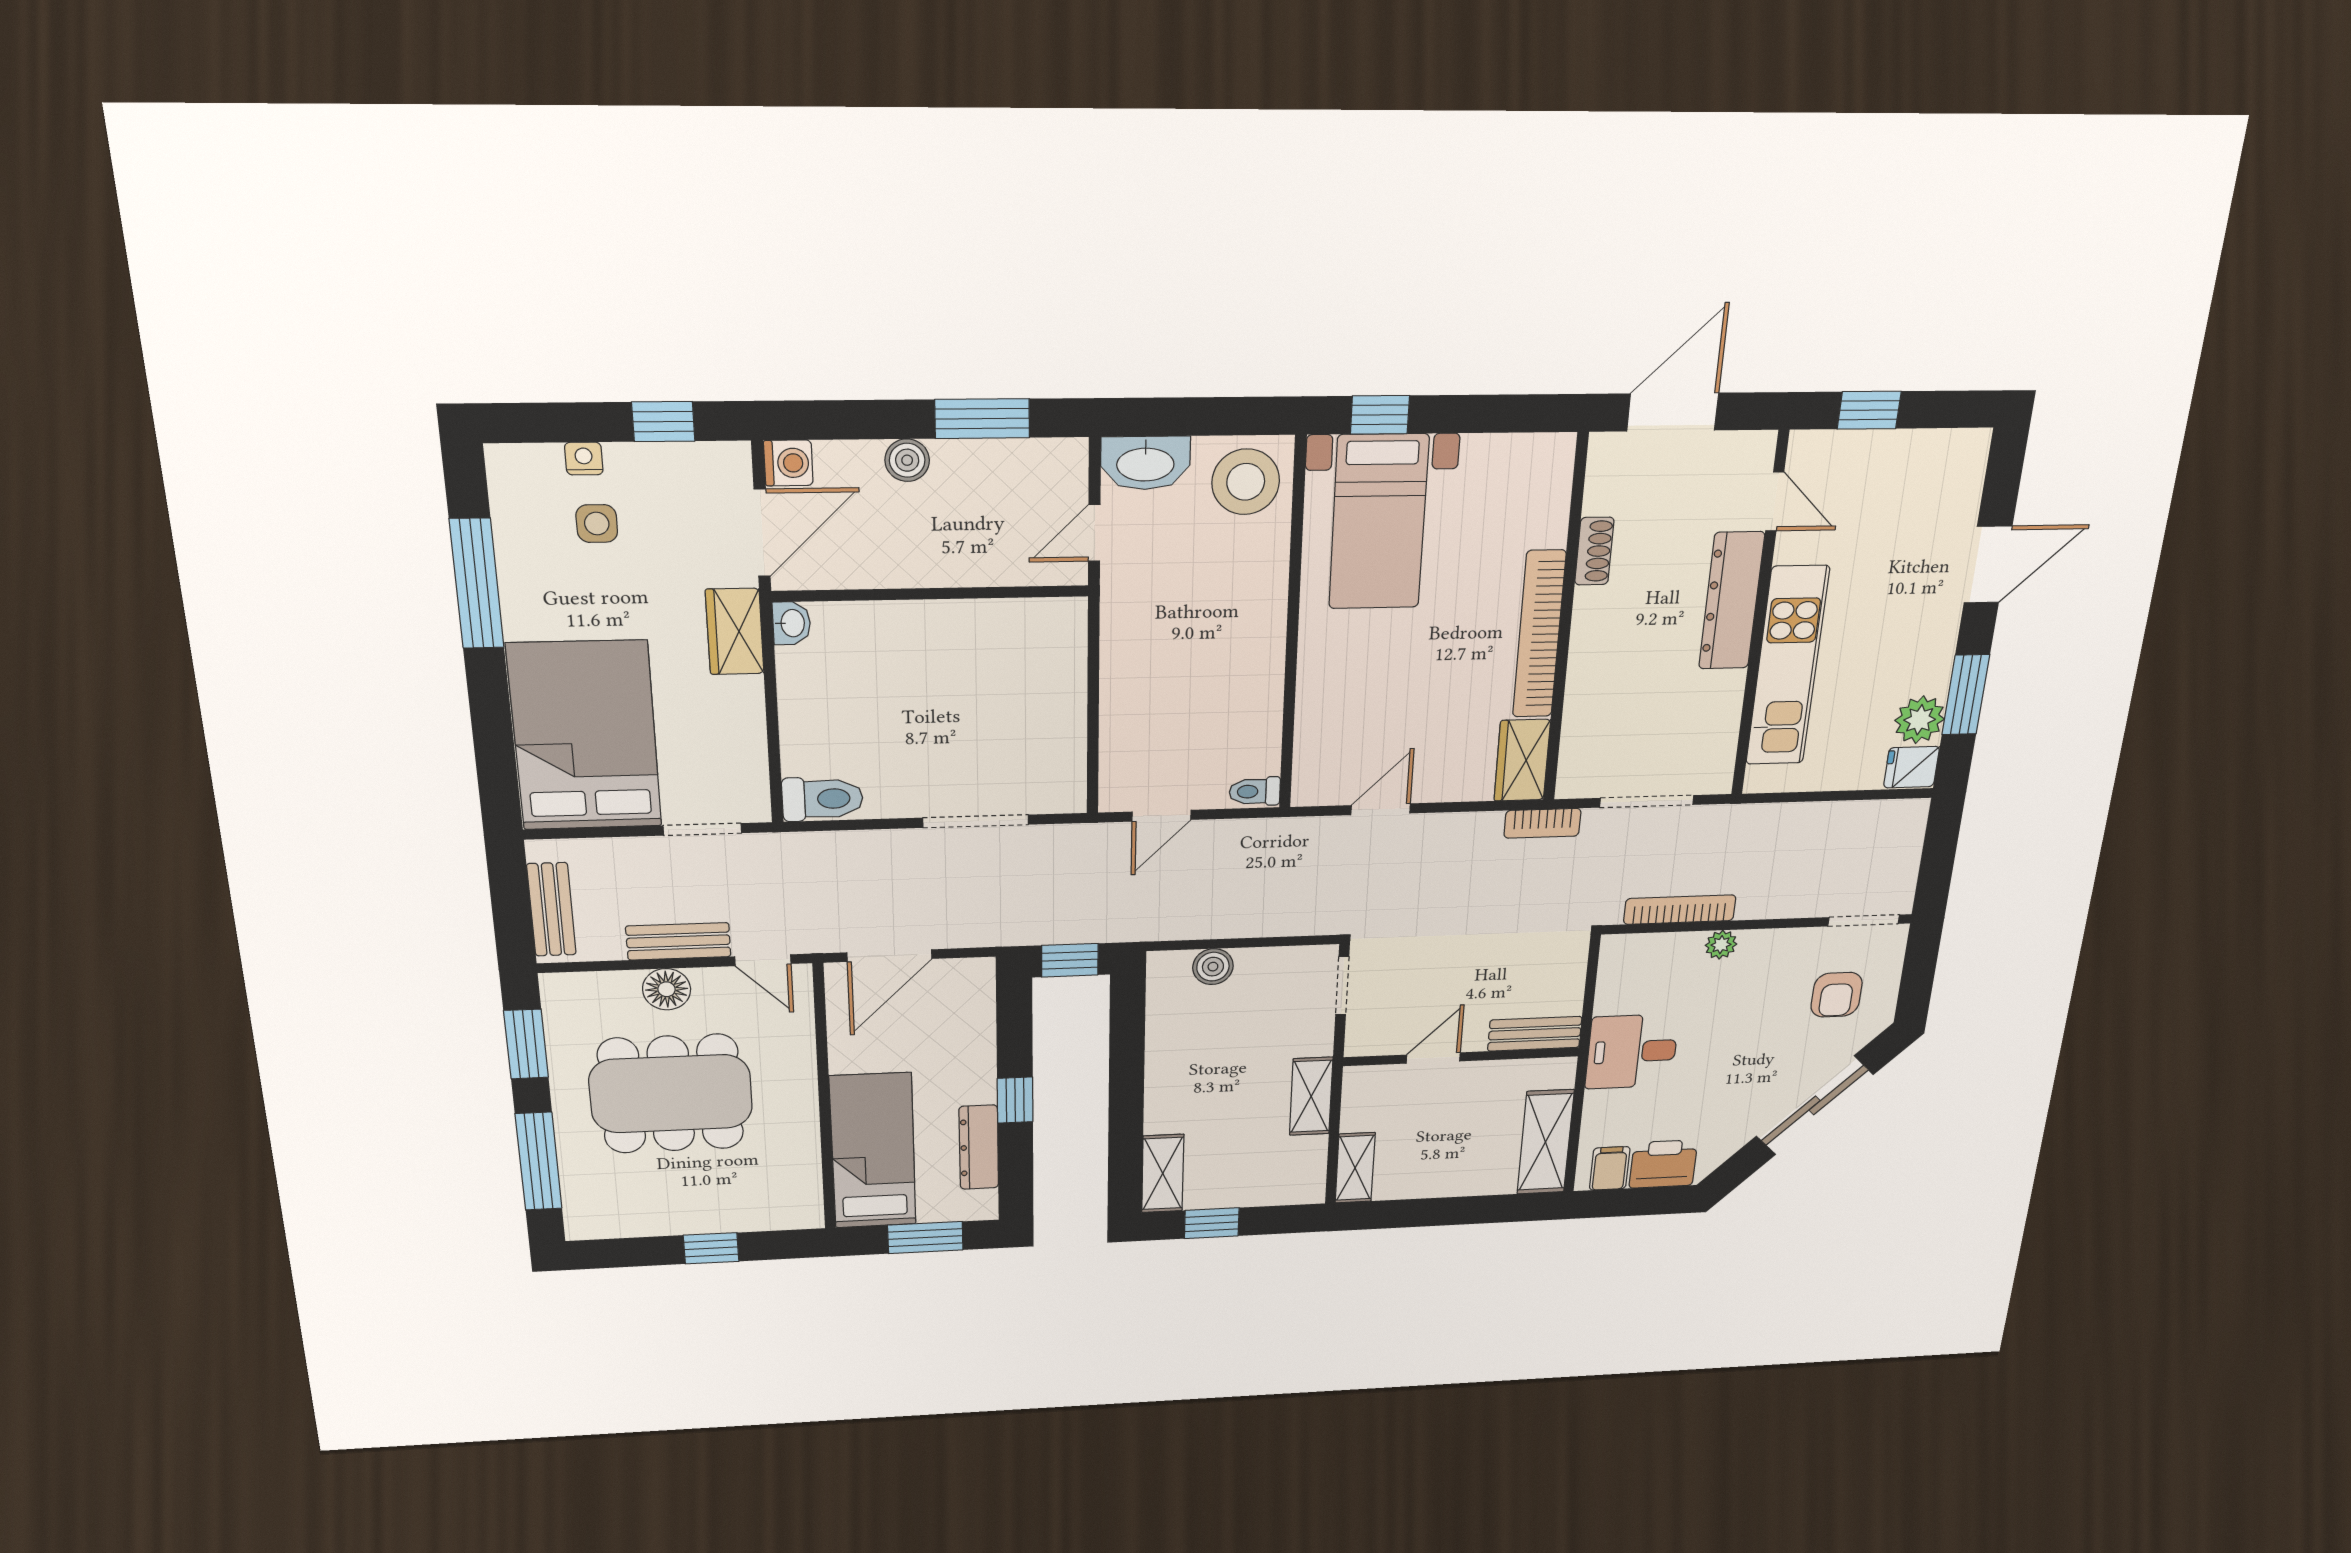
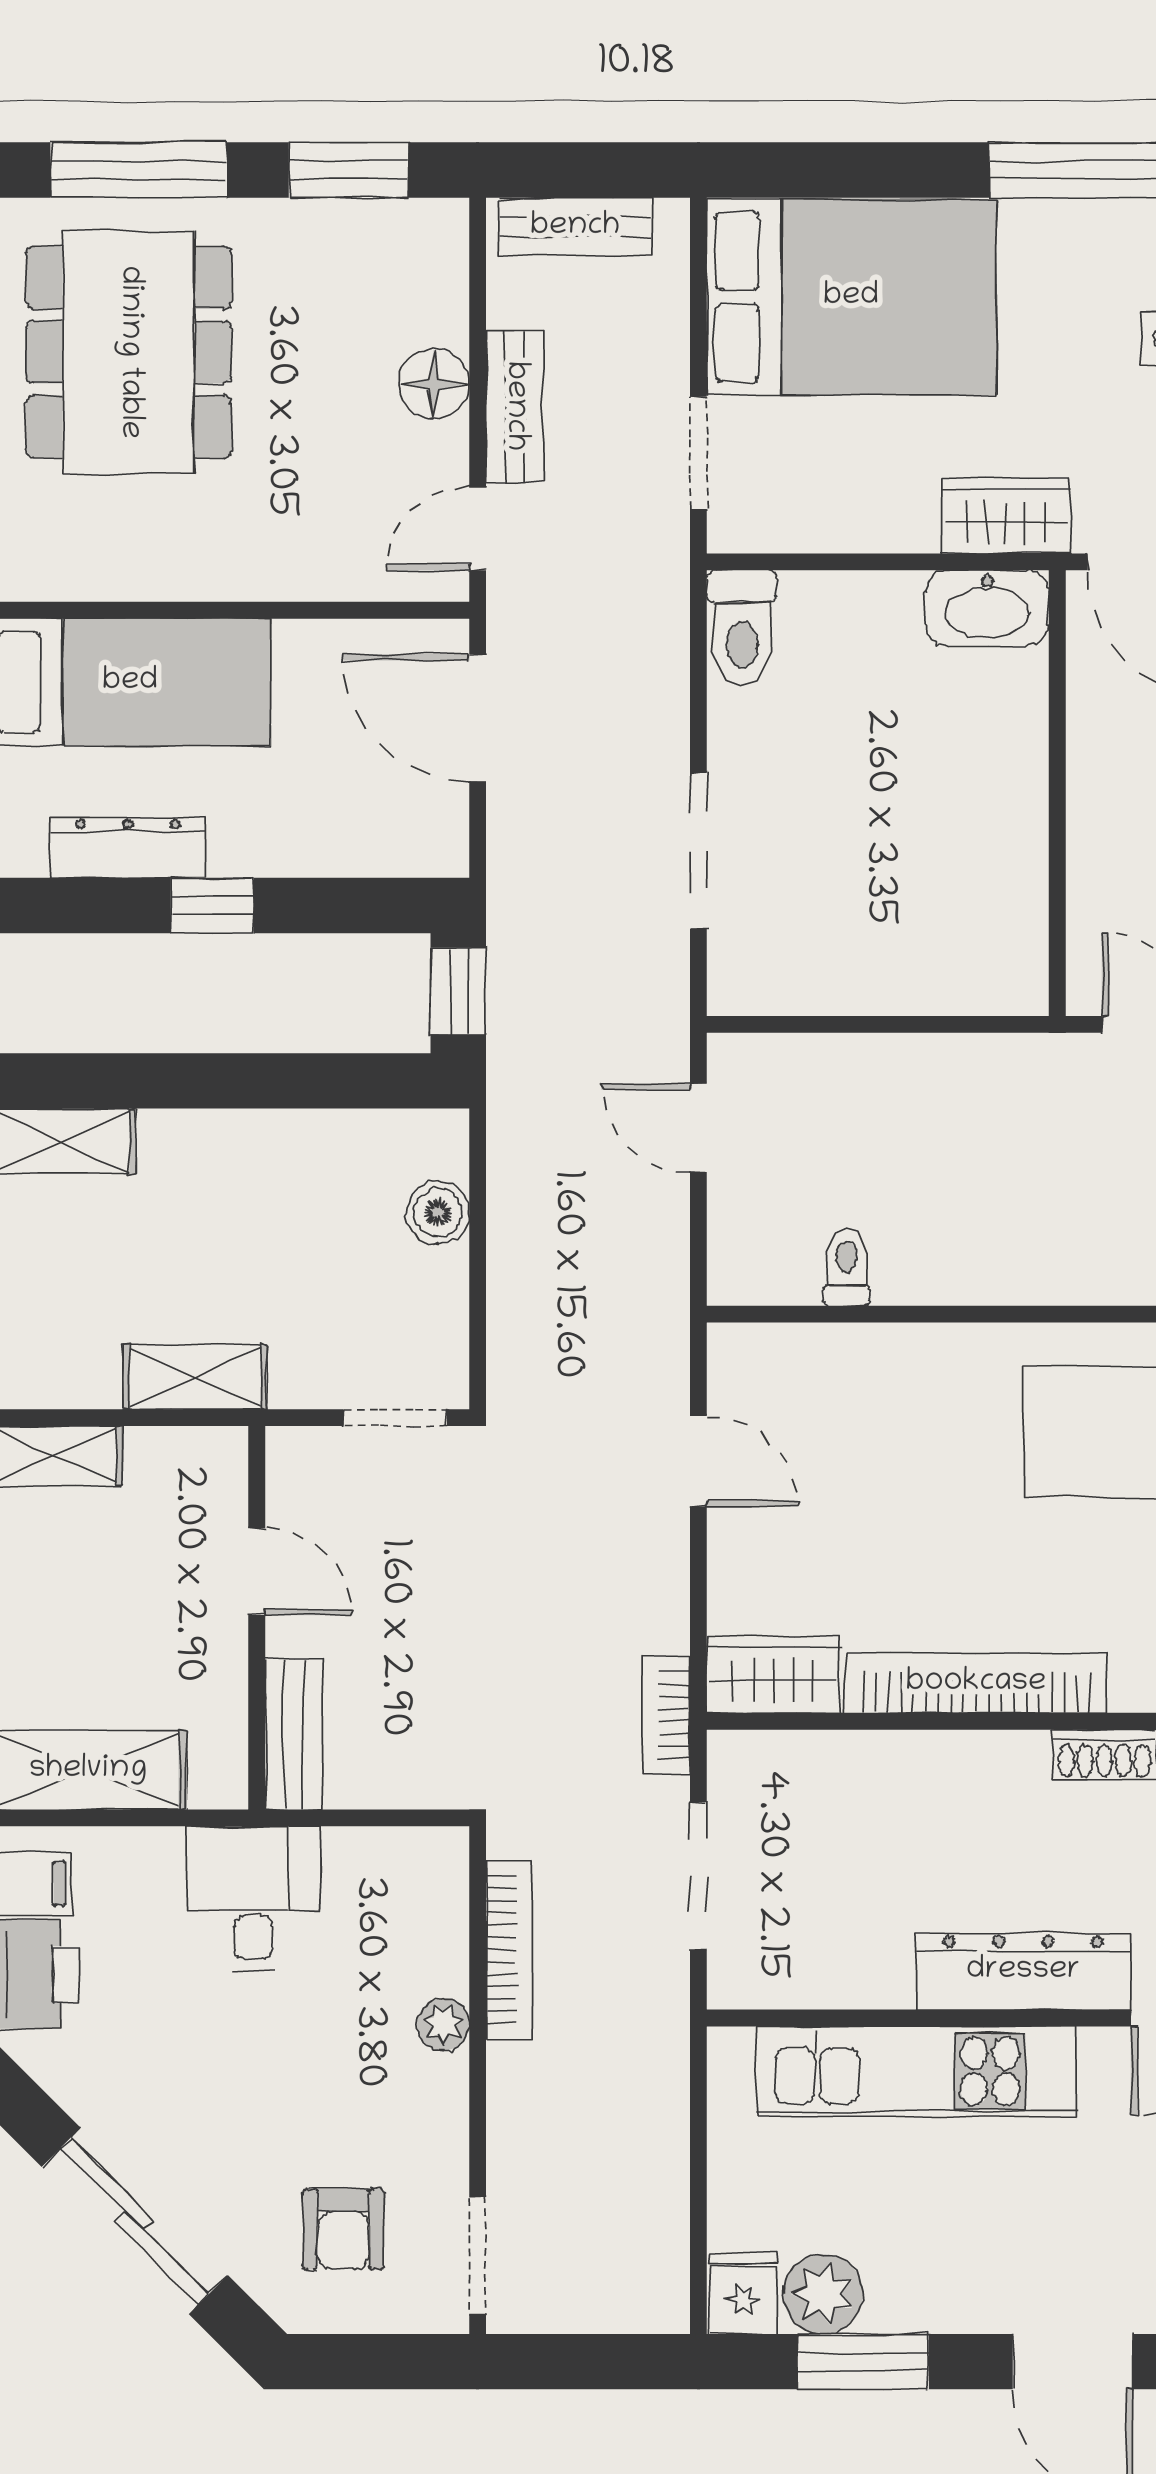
washbasin: (792, 623) -> (987, 608), width x1.91, depth x1.45
toilet: (1255, 791) -> (847, 1268), moved
armchair: (1837, 995) -> (343, 2229), turned -90
dining table: (671, 1094) -> (129, 352), moved

